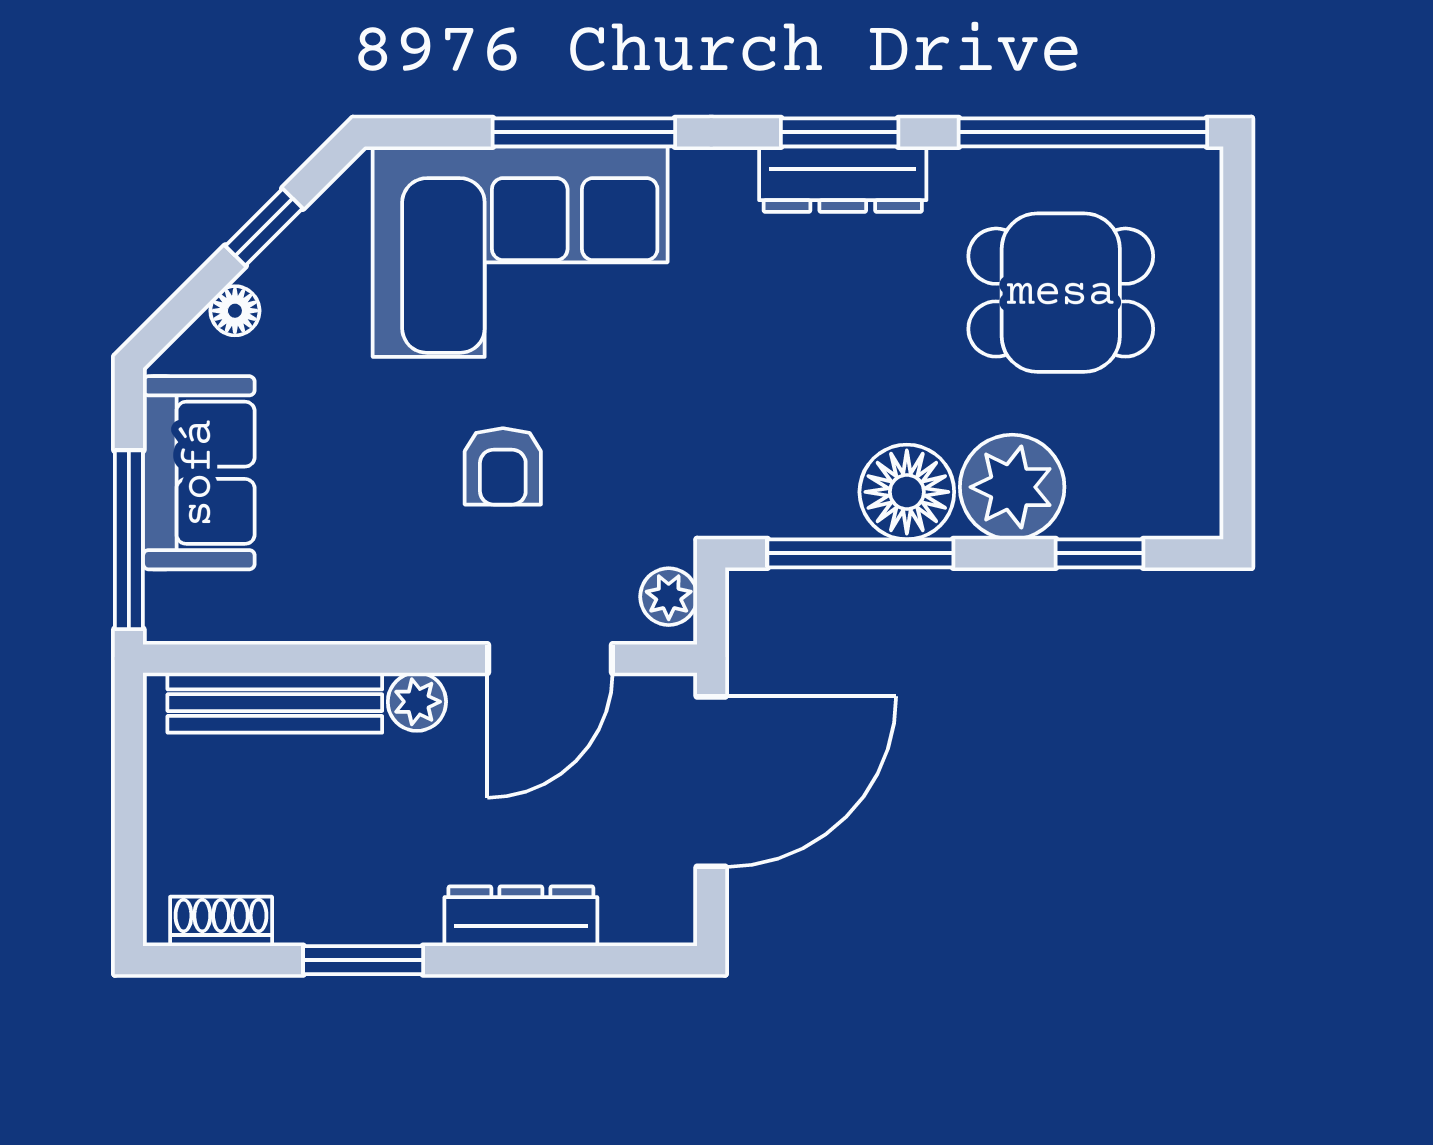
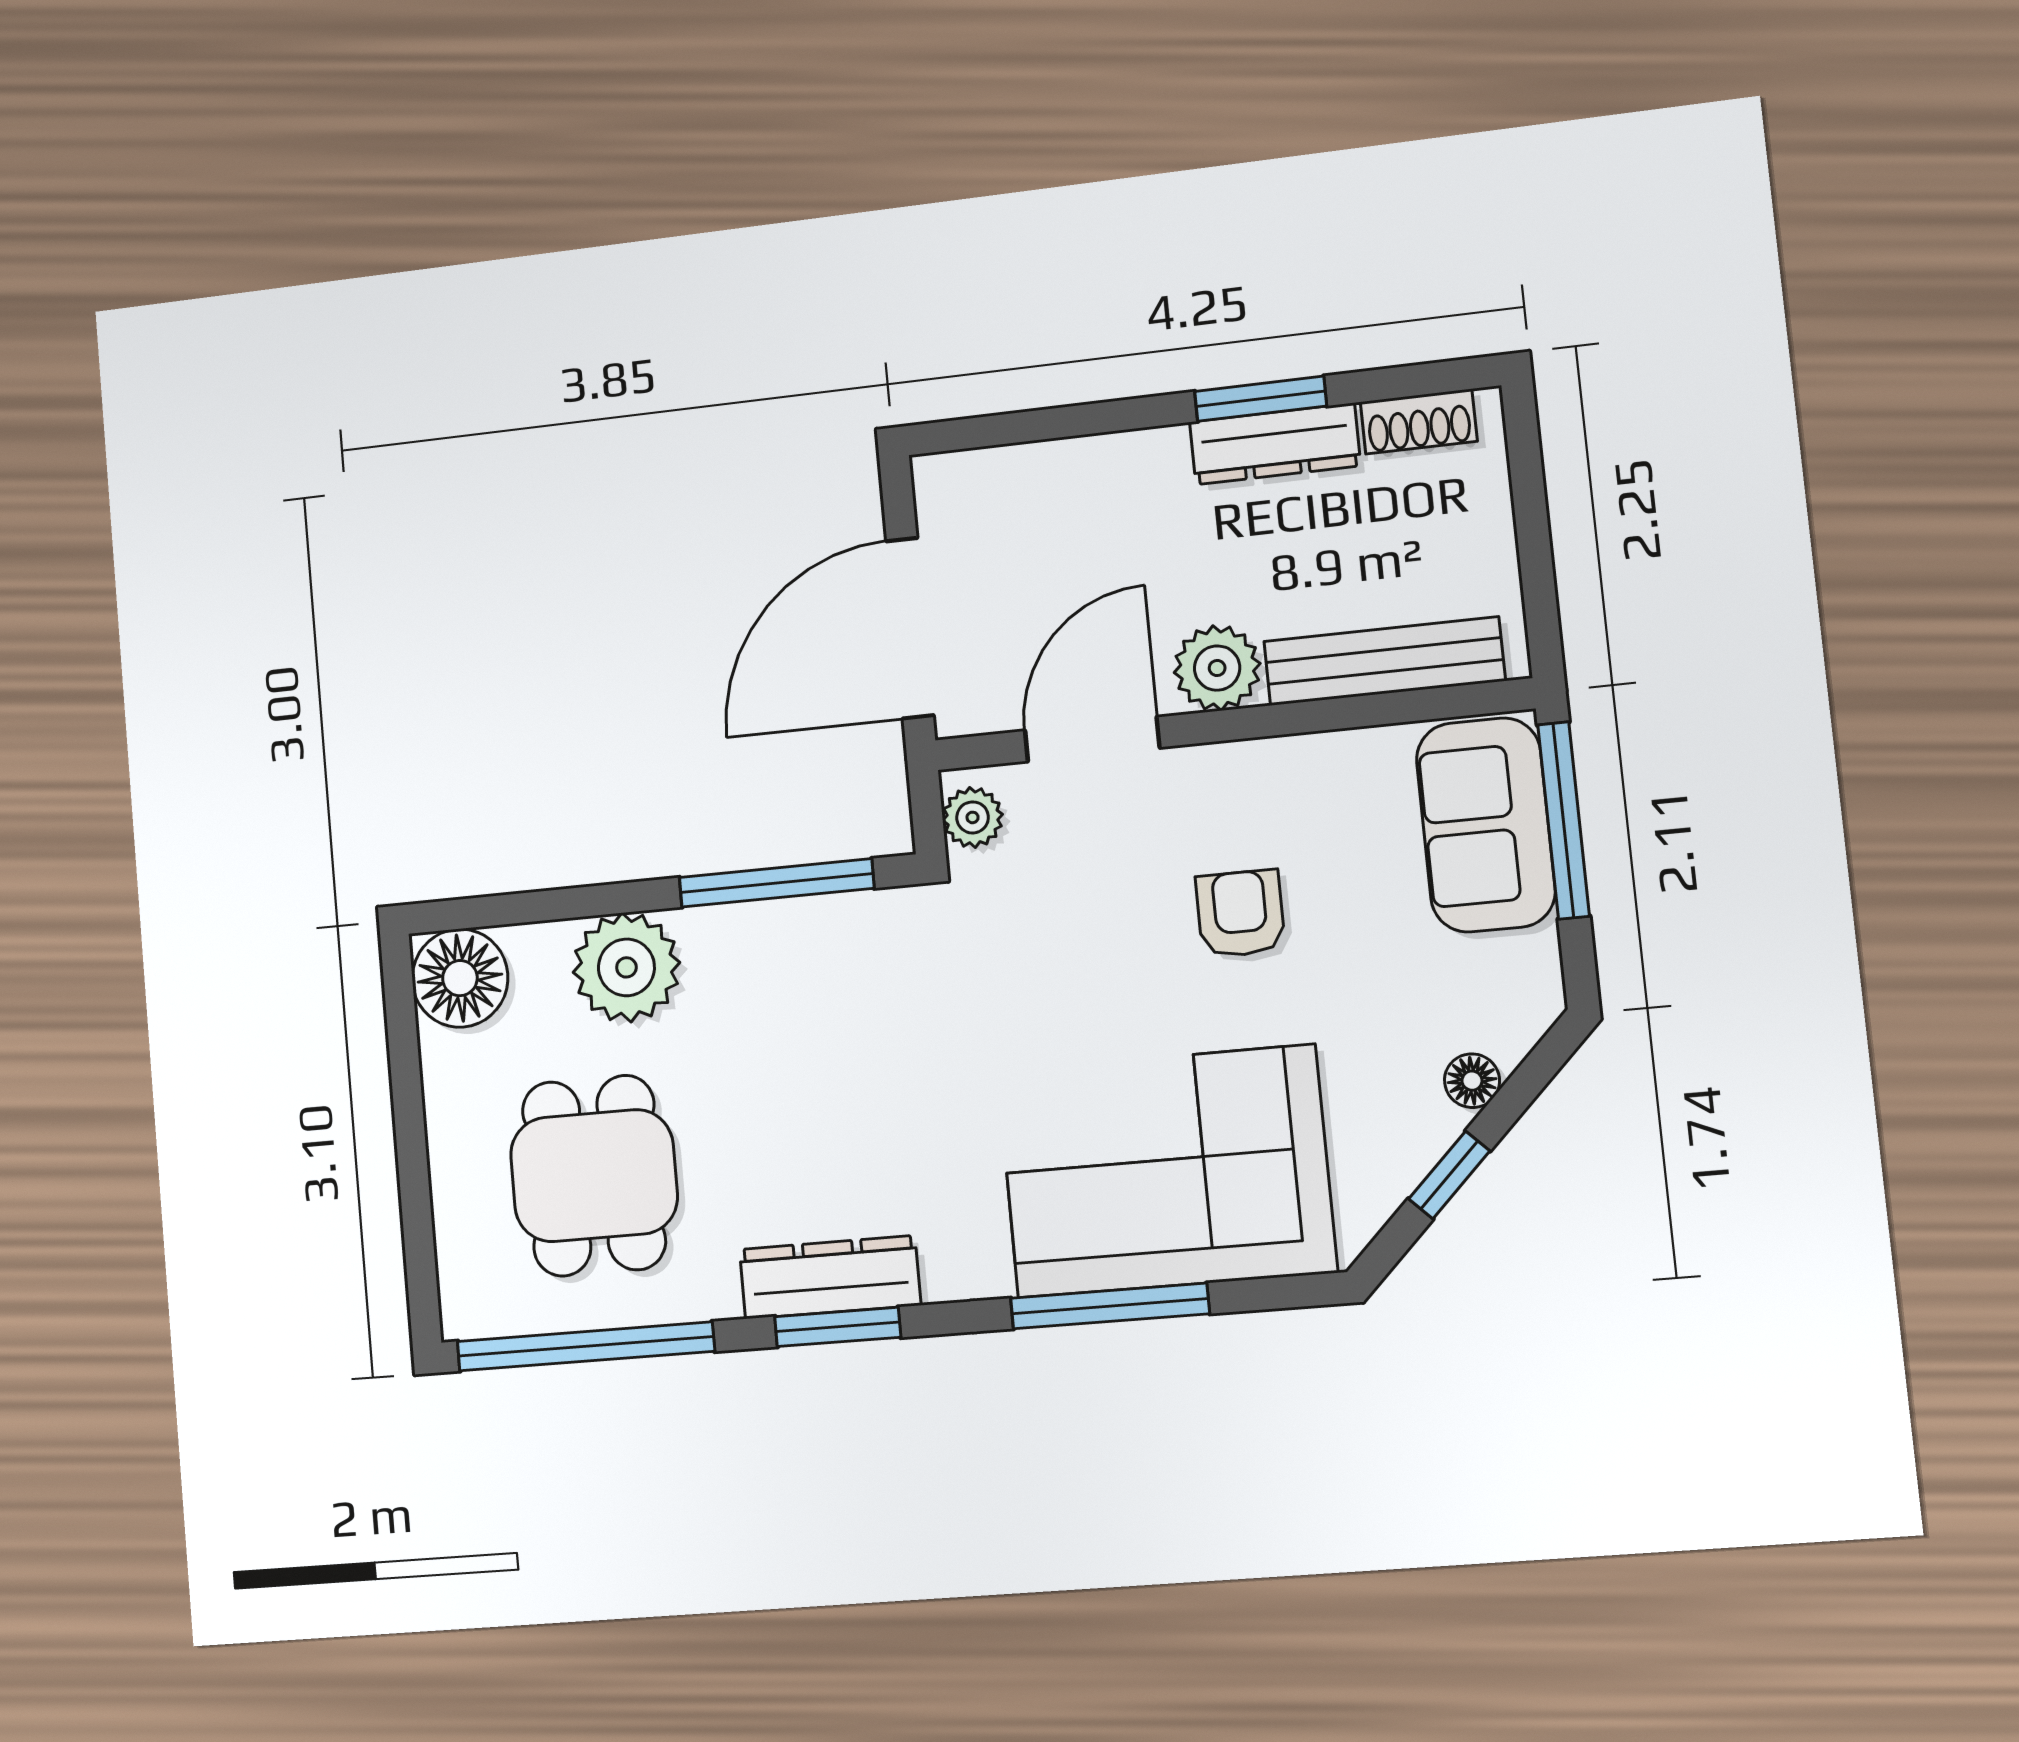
dining table: (1061, 293) -> (594, 1176), turned 90
armchair: (503, 466) -> (1240, 914), moved
sofa: (199, 473) -> (1486, 825), moved
floor lamp: (907, 492) -> (460, 978), moved
window: (1099, 553) -> (532, 907), removed
plant: (417, 702) -> (1217, 668), width x1.38, depth x1.38
dresser: (521, 916) -> (1275, 444), moved

